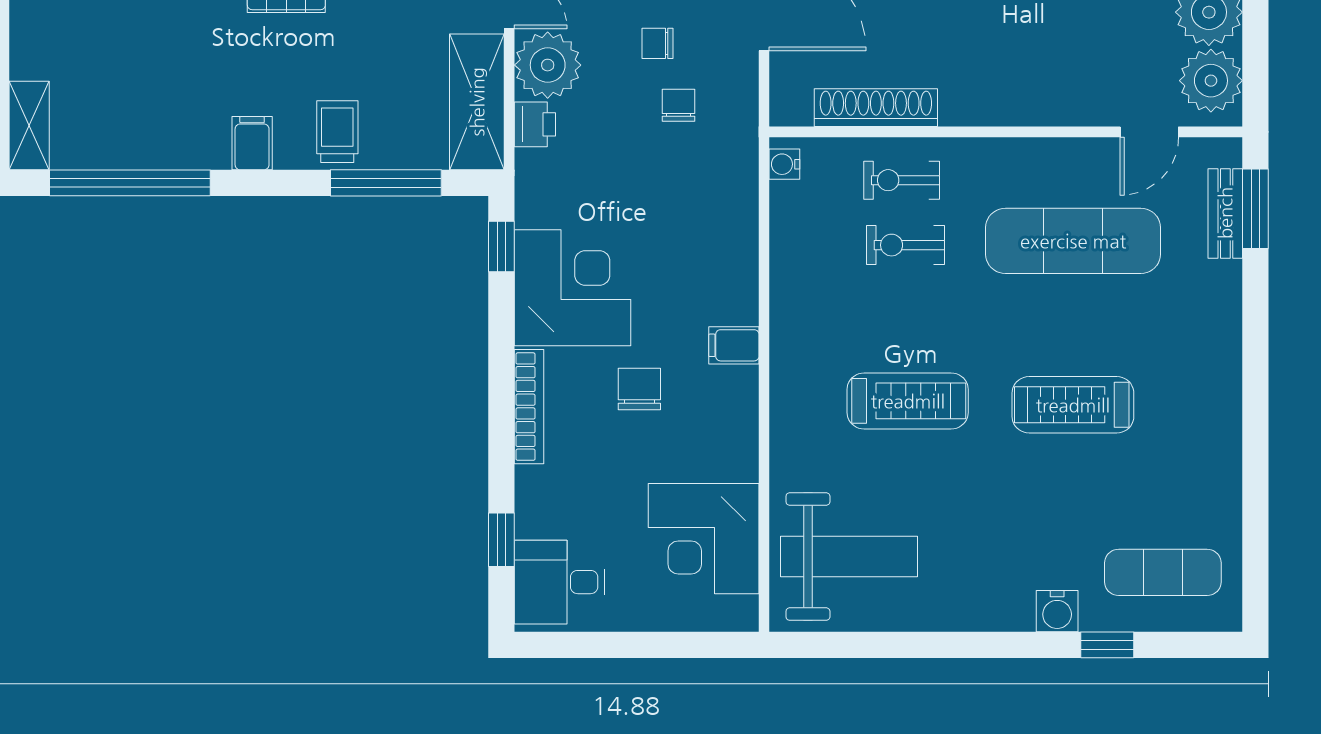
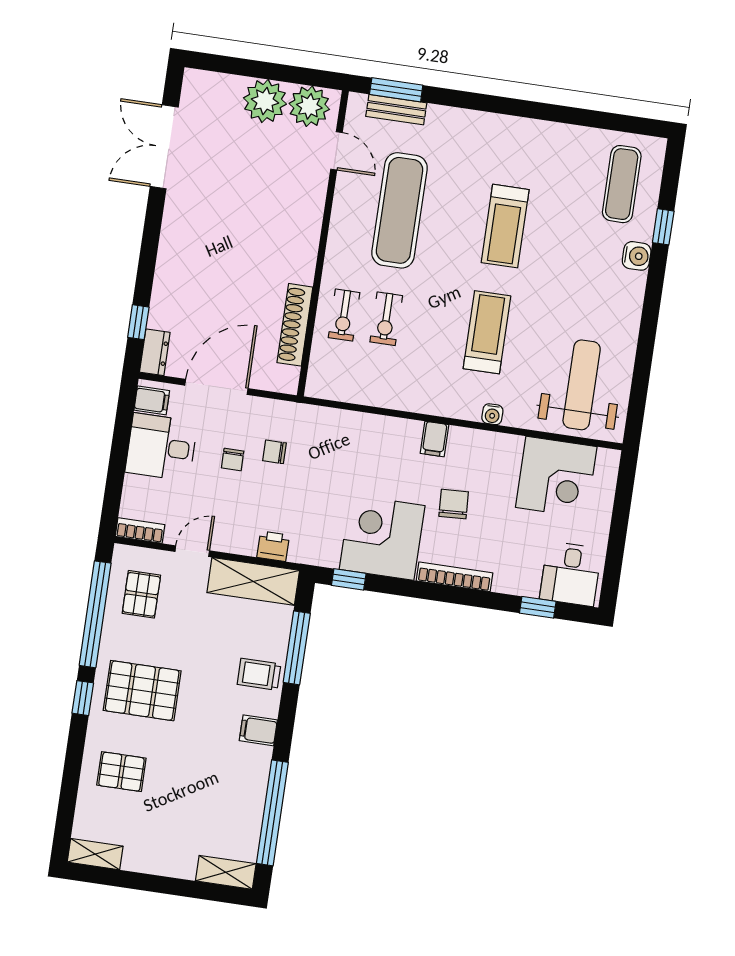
plant: (548, 65) -> (236, 532), removed
water cooler: (784, 164) -> (492, 414), moved
chair: (639, 389) -> (454, 504), turned 87

